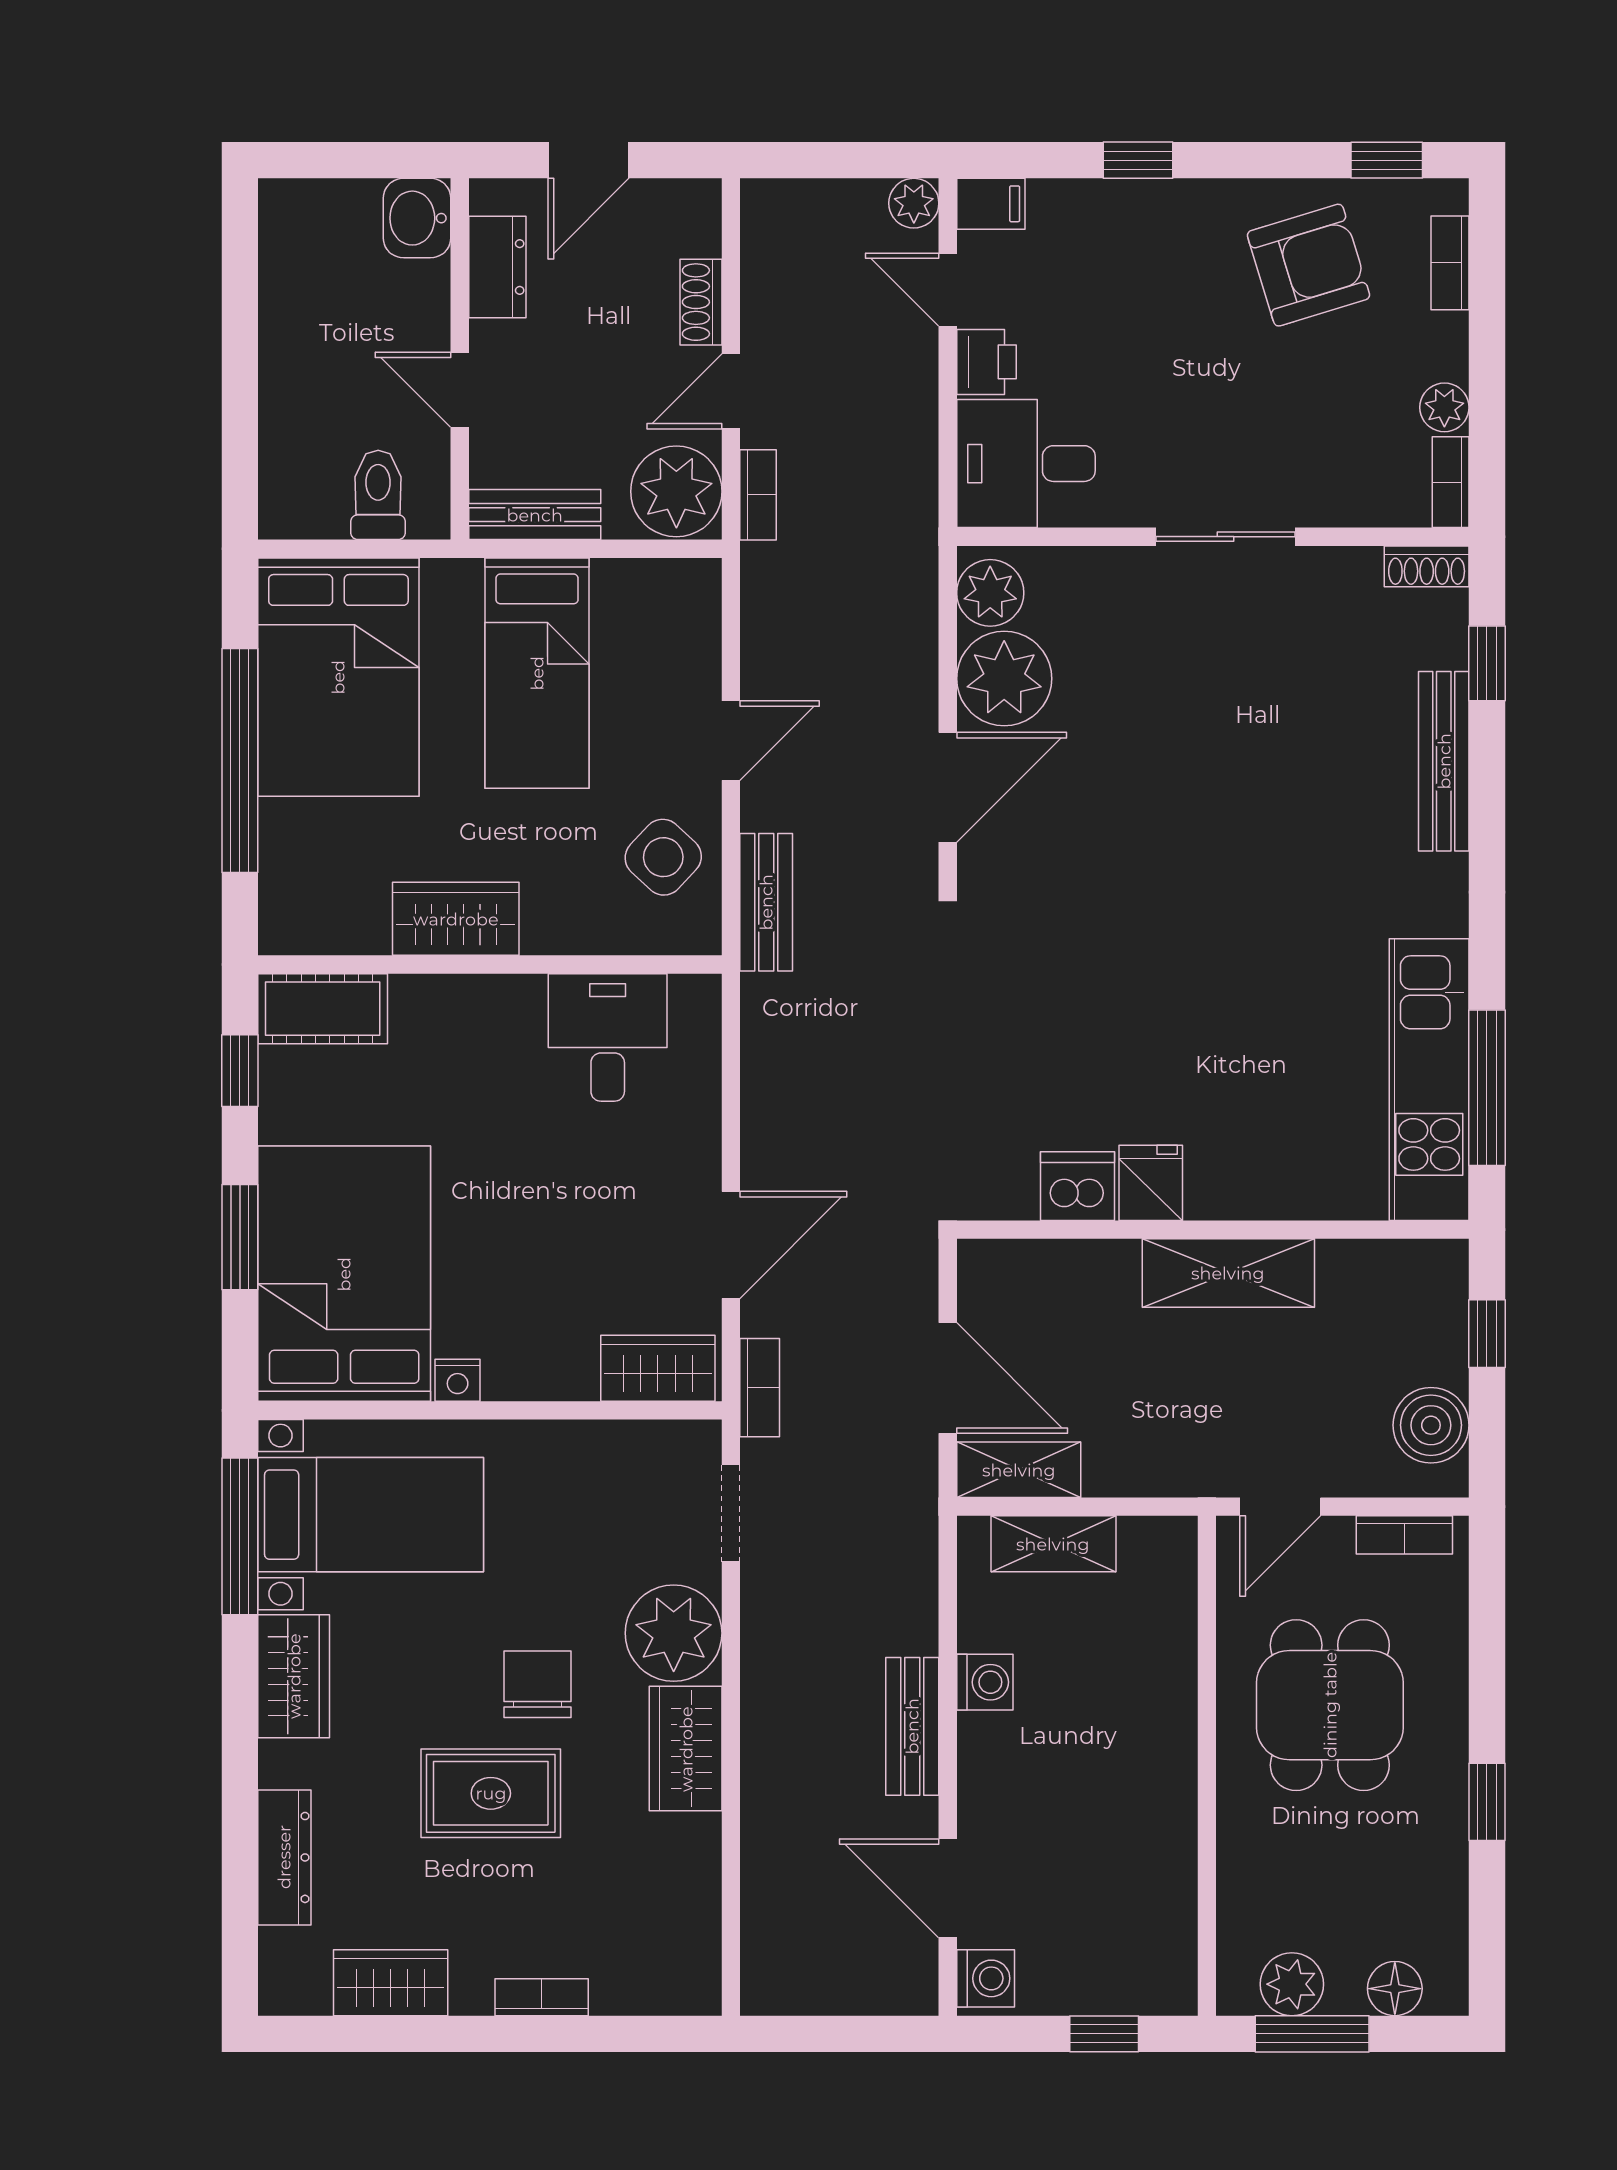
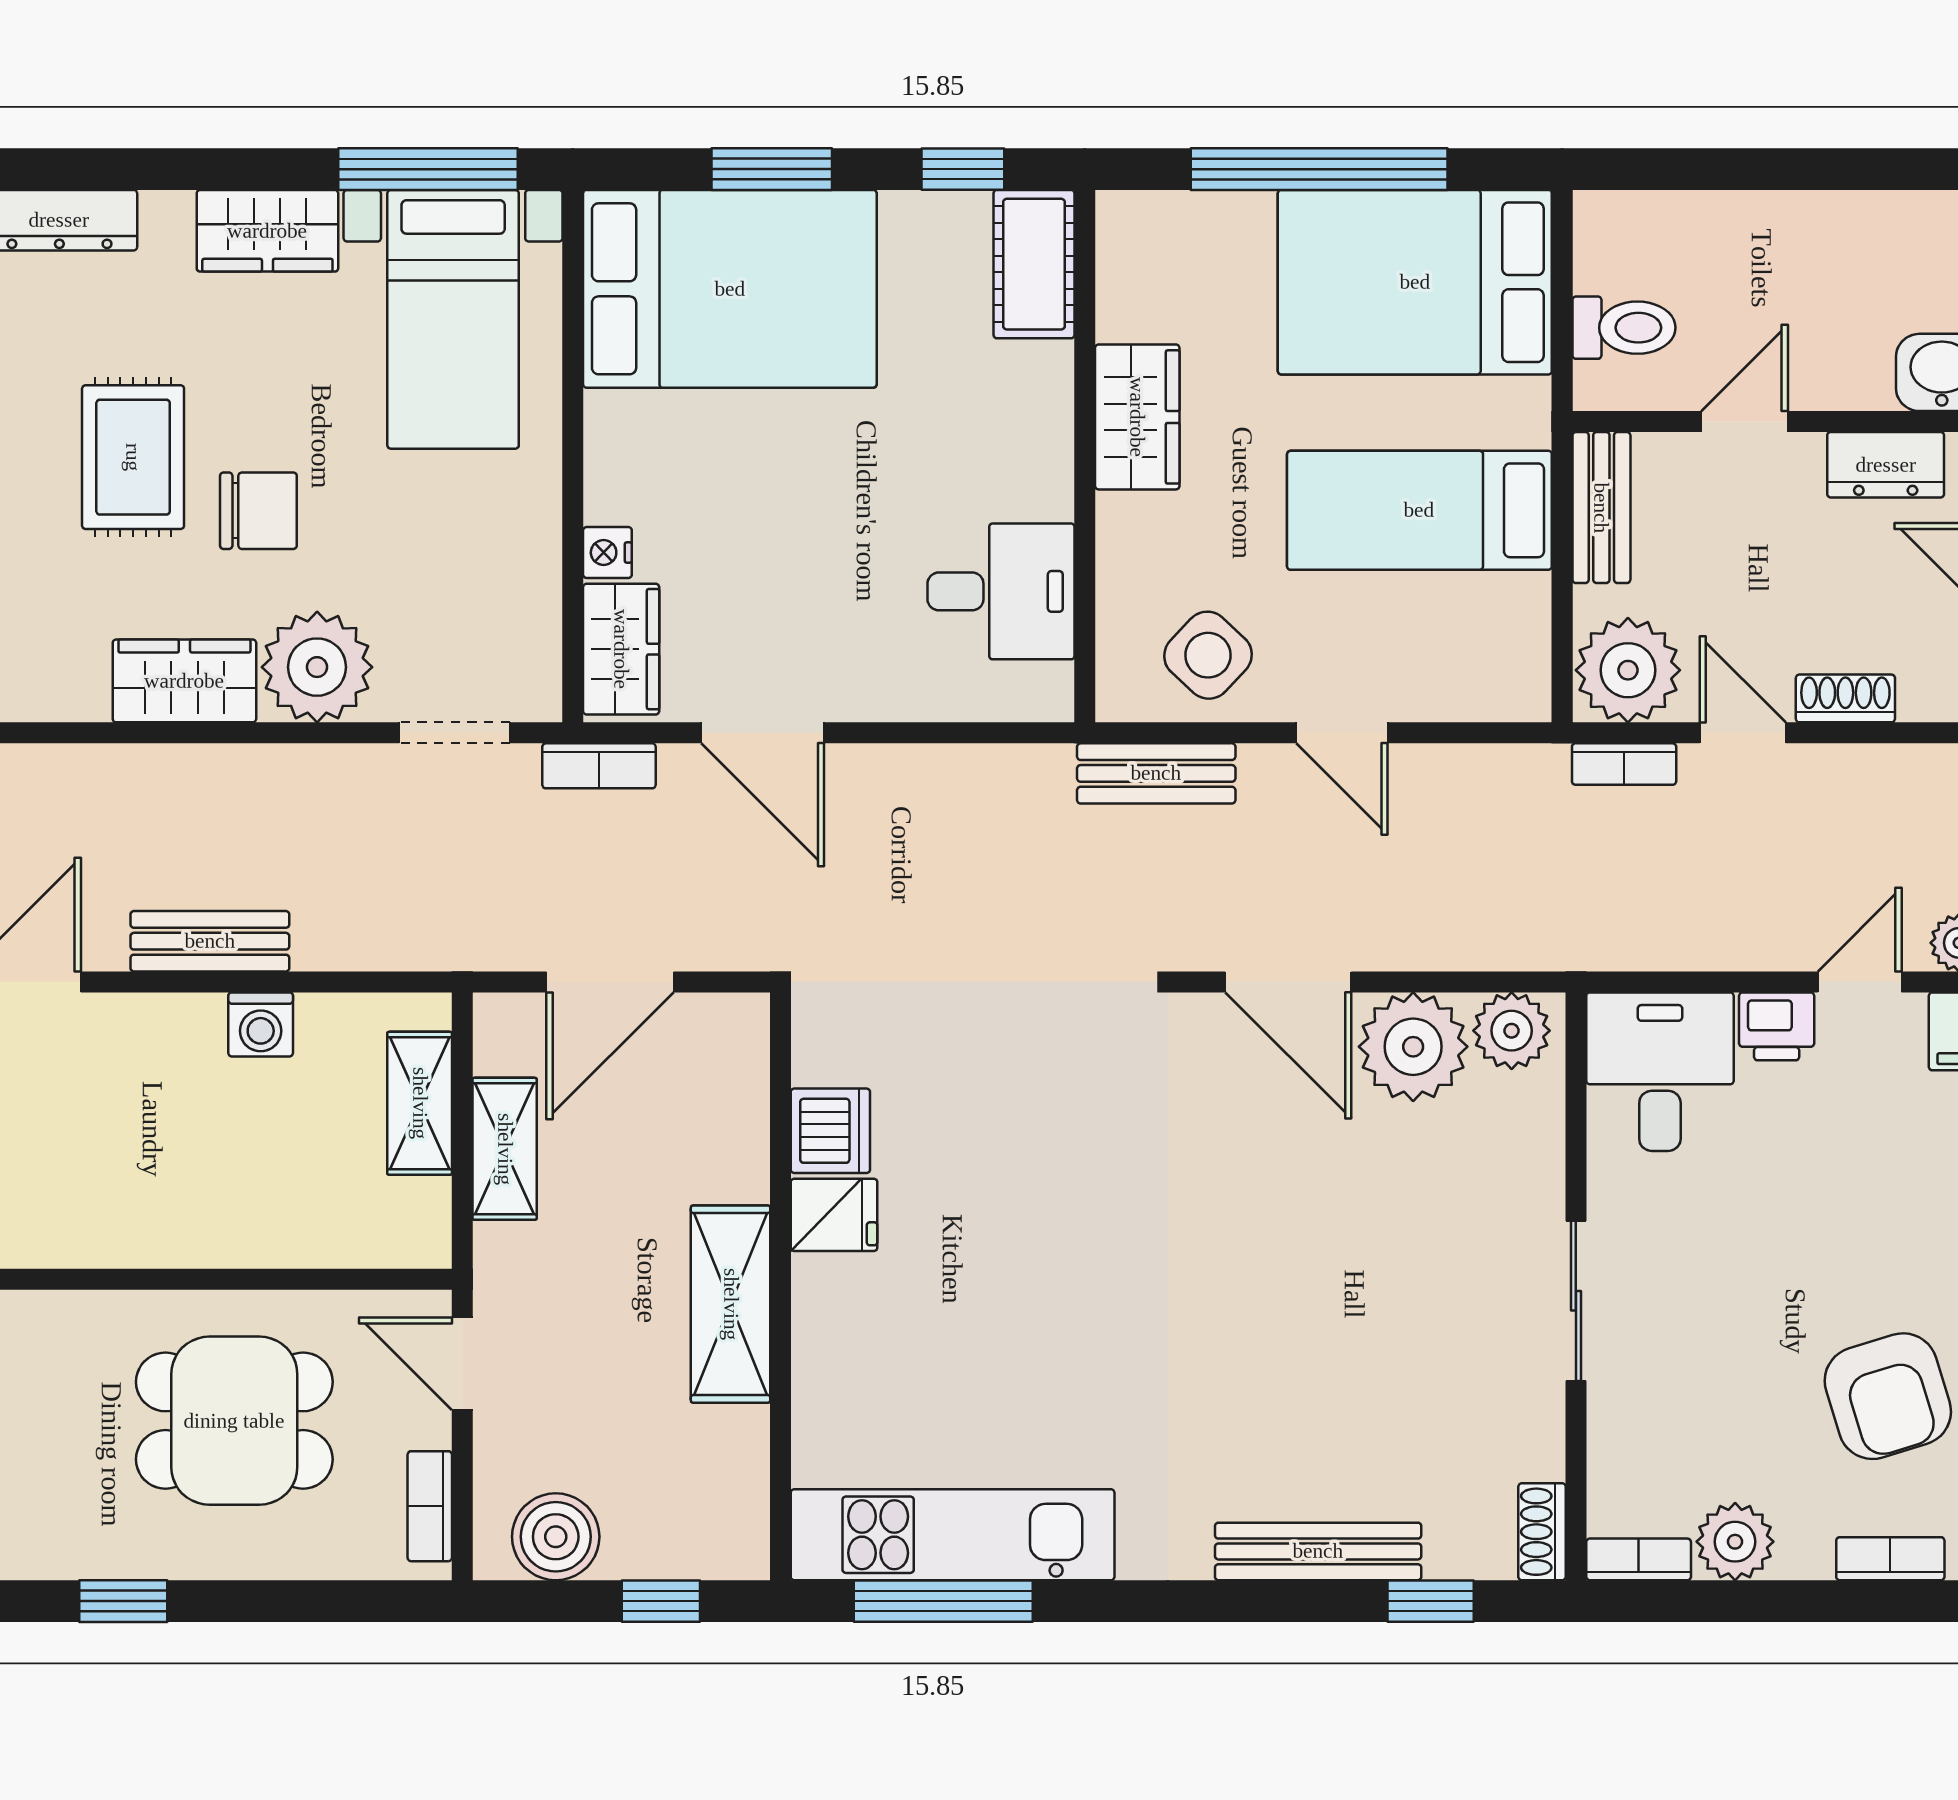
plant: (1444, 407) -> (1735, 1542), width x1.38, depth x1.38
nightstand: (458, 1380) -> (607, 553), moved
shelving: (1019, 1470) -> (505, 1149), moved

